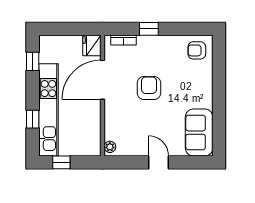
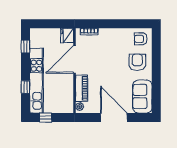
window: (149, 29) -> (107, 24), removed
armchair: (149, 88) -> (137, 62), moved
piano: (113, 121) -> (82, 88), added
door: (159, 162) -> (114, 118), width x1.87

